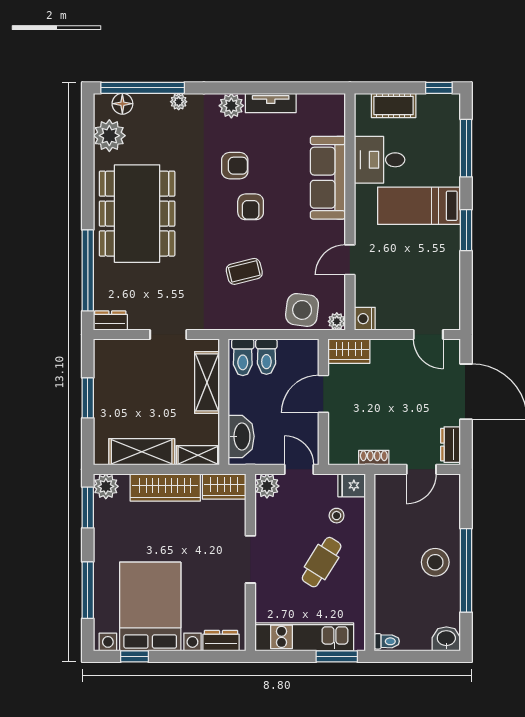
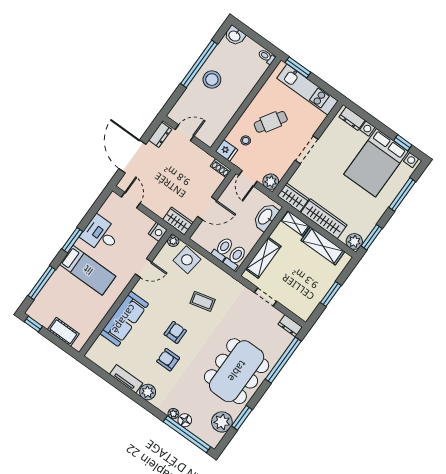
floor lamp: (122, 104) -> (185, 420), moved
window: (88, 159) -> (242, 418), added
desk: (380, 160) -> (101, 234), moved, turned 180
shoe rack: (374, 458) -> (221, 168), moved

